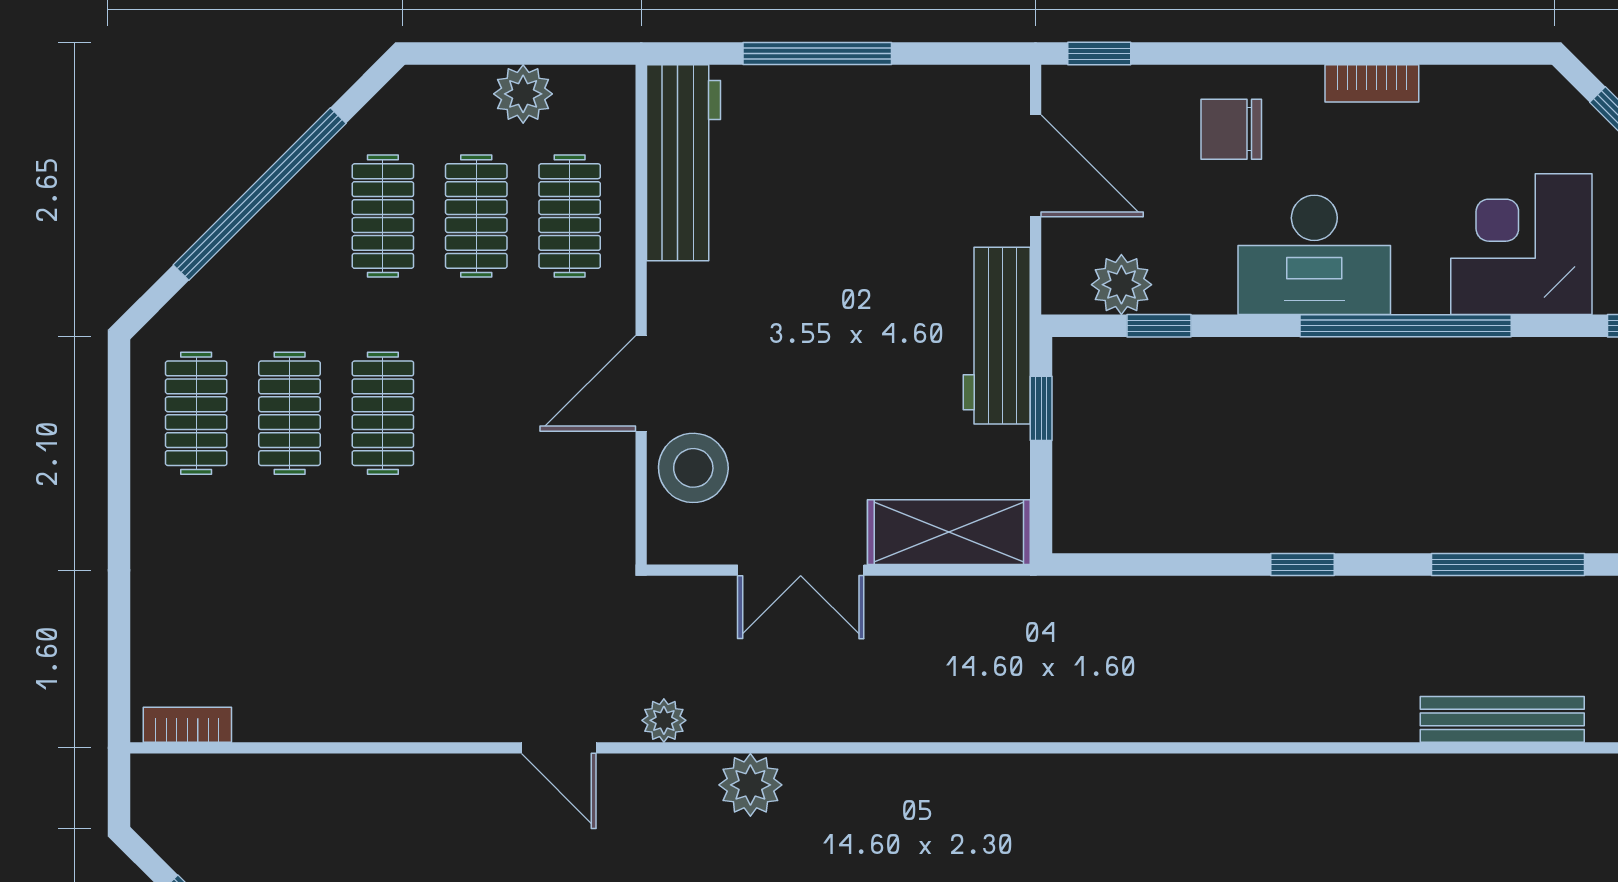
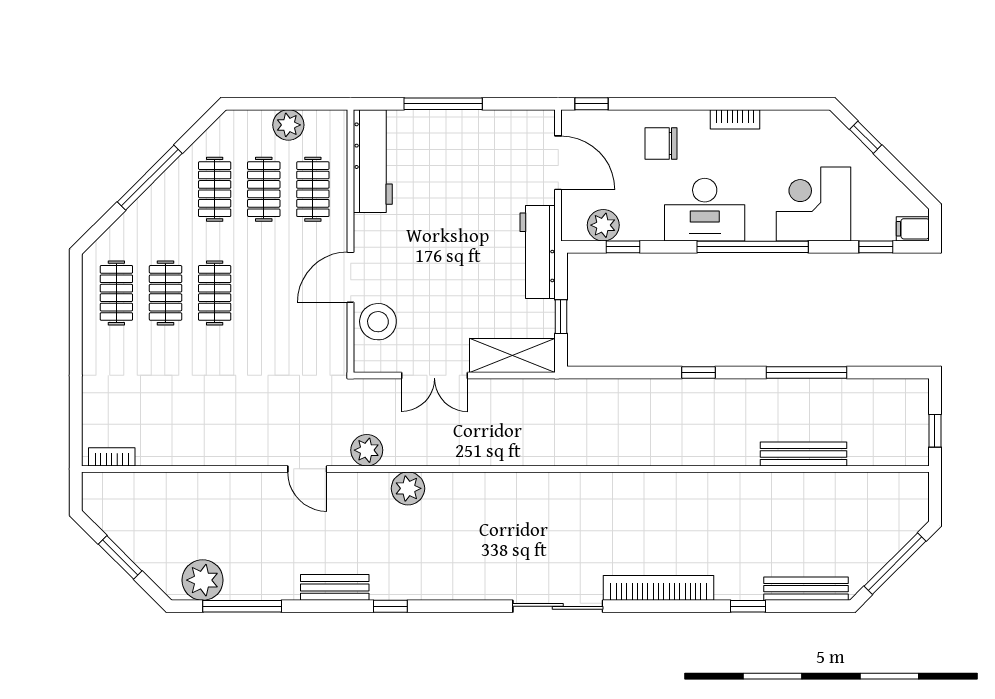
window: (260, 194) -> (150, 178), width x0.68
window: (1041, 408) -> (561, 317), moved
plant: (664, 720) -> (367, 450), width x1.38, depth x1.38

